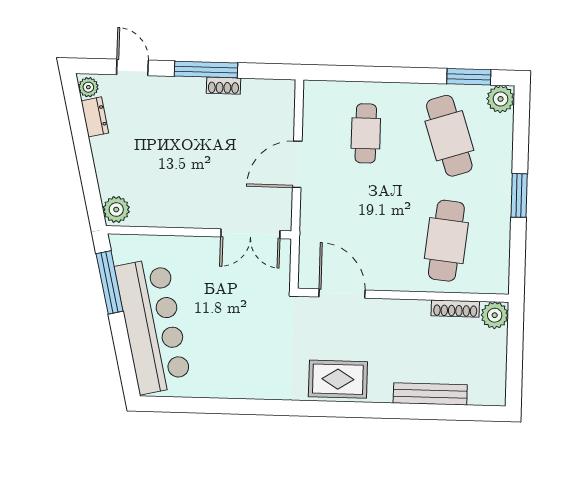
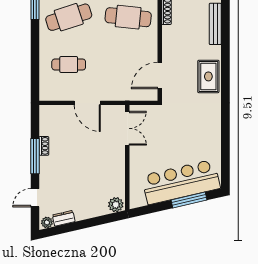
window: (110, 282) -> (189, 200), moved

